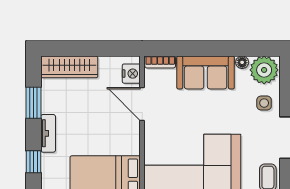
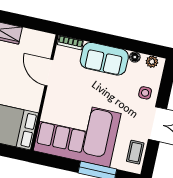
plant: (264, 70) -> (152, 62), width x0.53, depth x0.53
nightstand: (131, 74) -> (46, 47), removed

